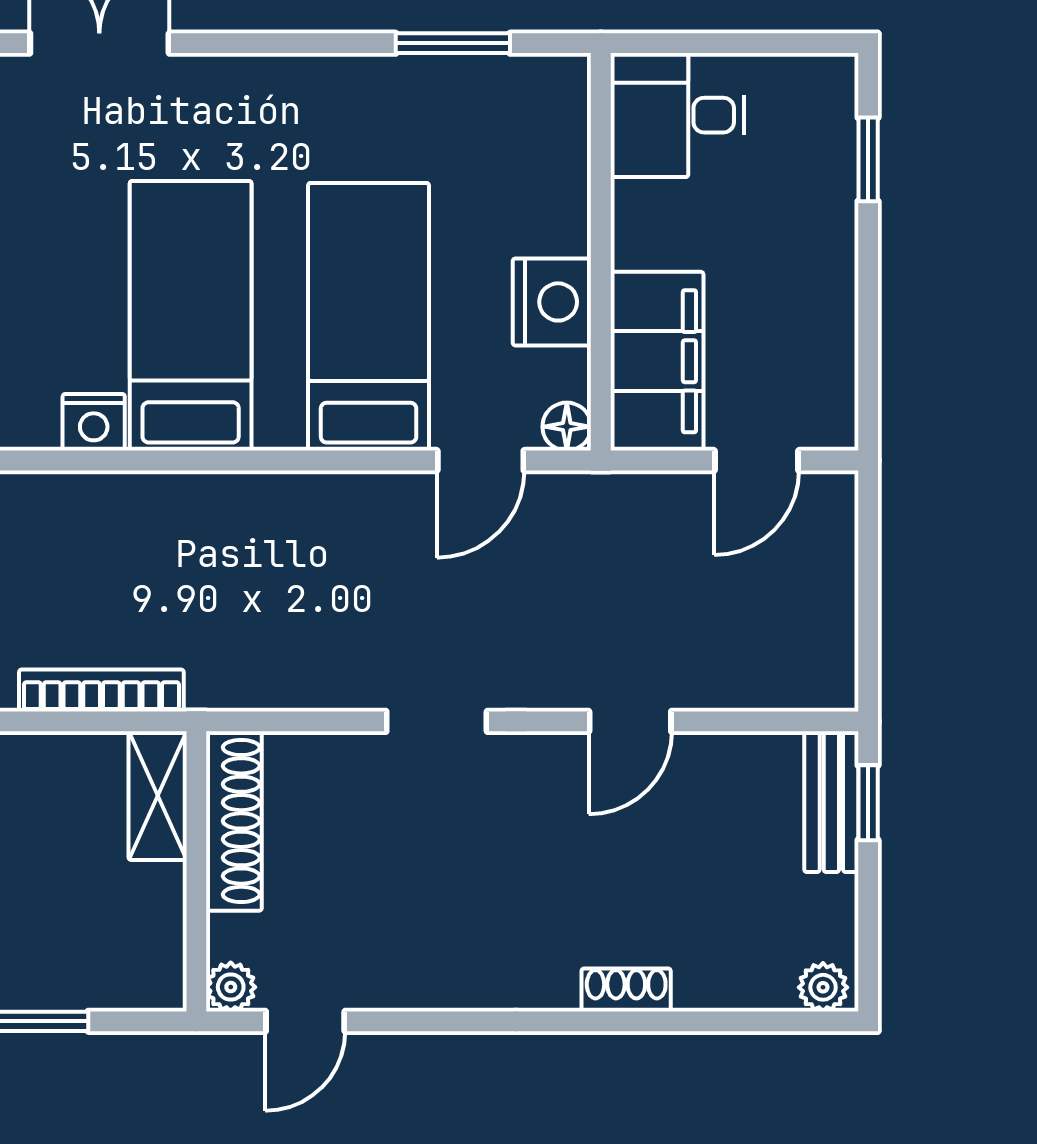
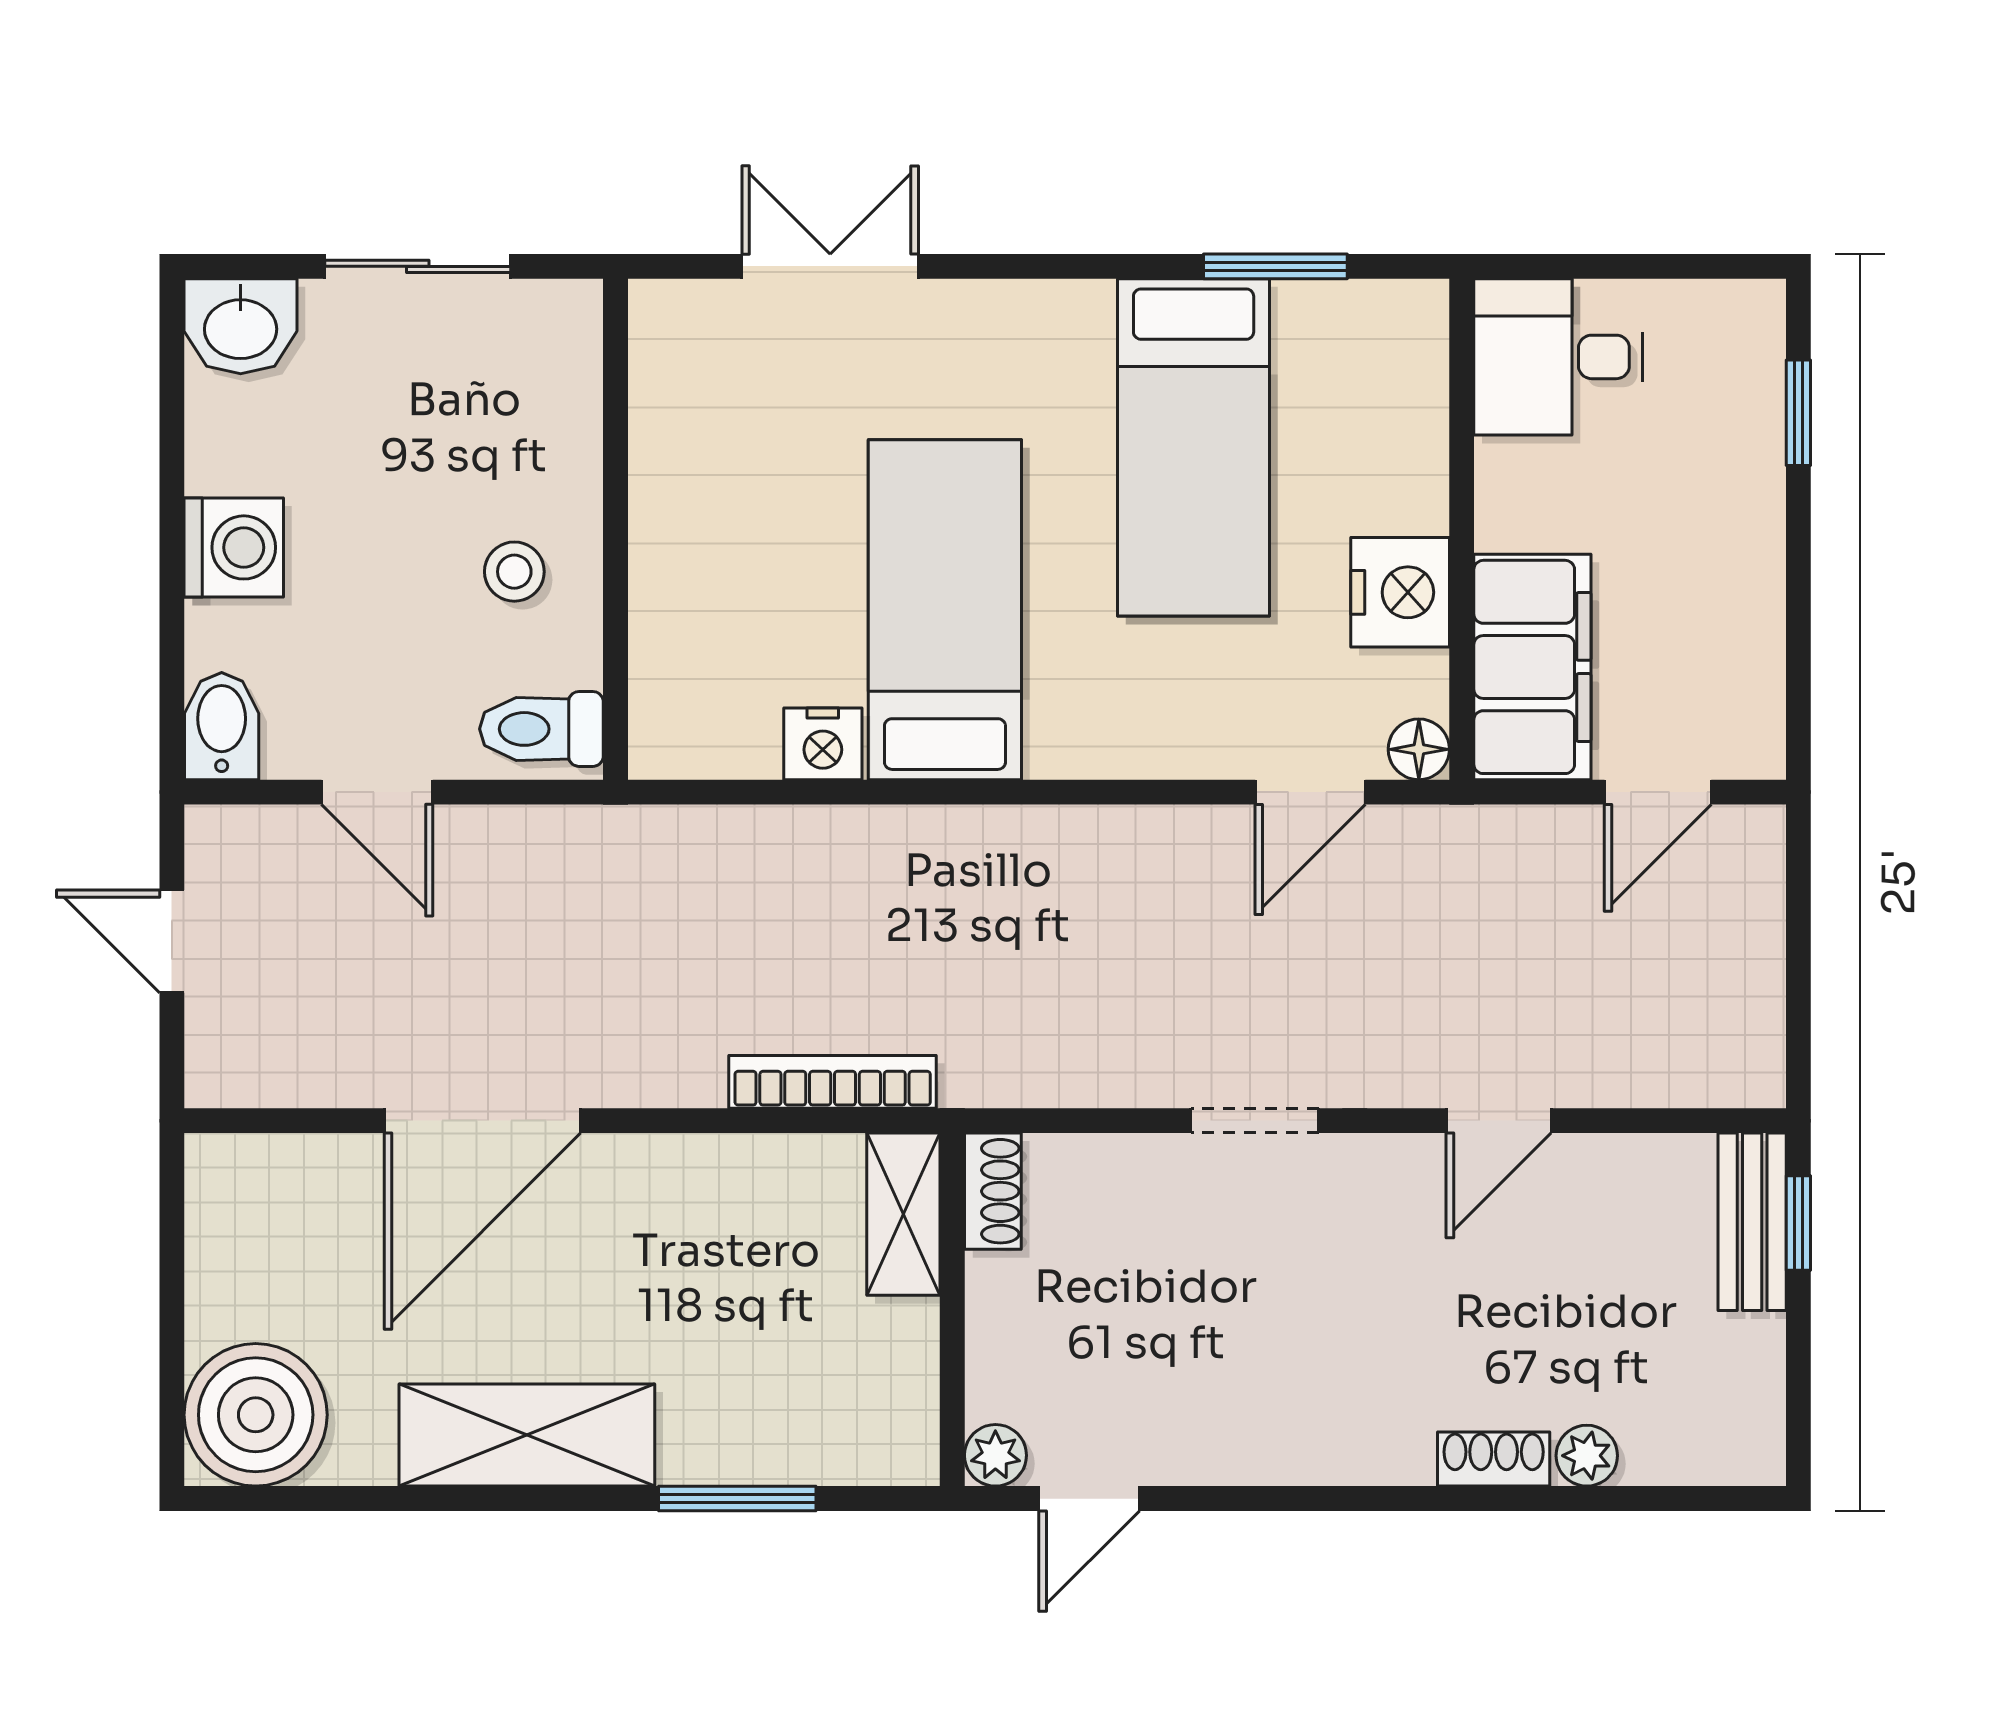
bed: (369, 317) -> (1194, 447), moved, turned 180
shoe rack: (234, 821) -> (993, 1191), width x0.51, depth x0.81
plant: (823, 987) -> (1587, 1456), moved

